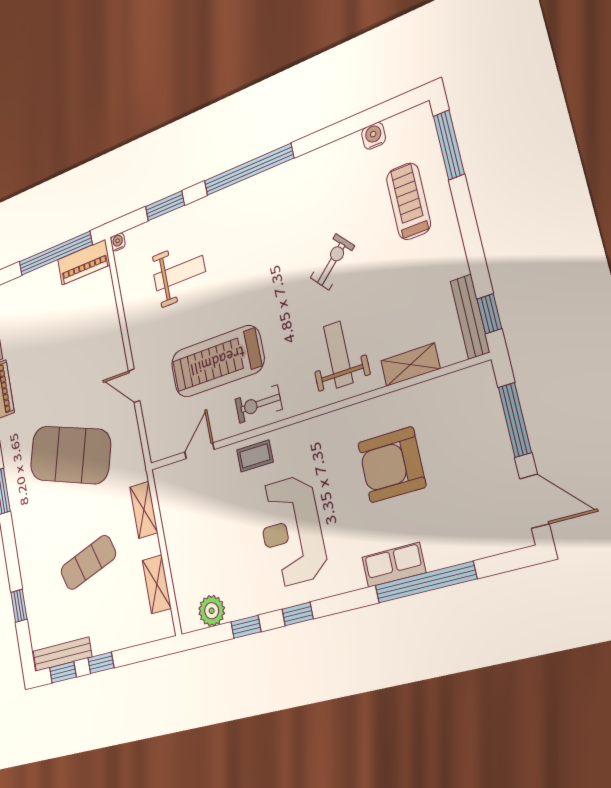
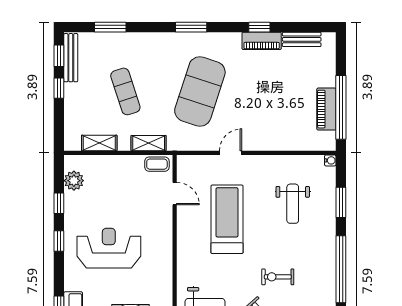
piano: (84, 262) -> (326, 109), moved
exercise bike: (258, 404) -> (278, 277), moved, turned -90
coffee table: (255, 456) -> (157, 164), moved, turned 90
window: (19, 606) -> (110, 27), width x1.50

